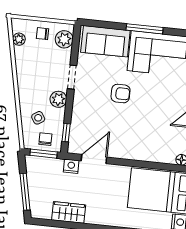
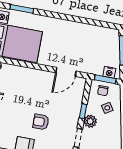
window: (66, 133) -> (83, 111), moved
nightstand: (71, 166) -> (109, 72), moved
wardrobe: (69, 212) -> (89, 31), removed

